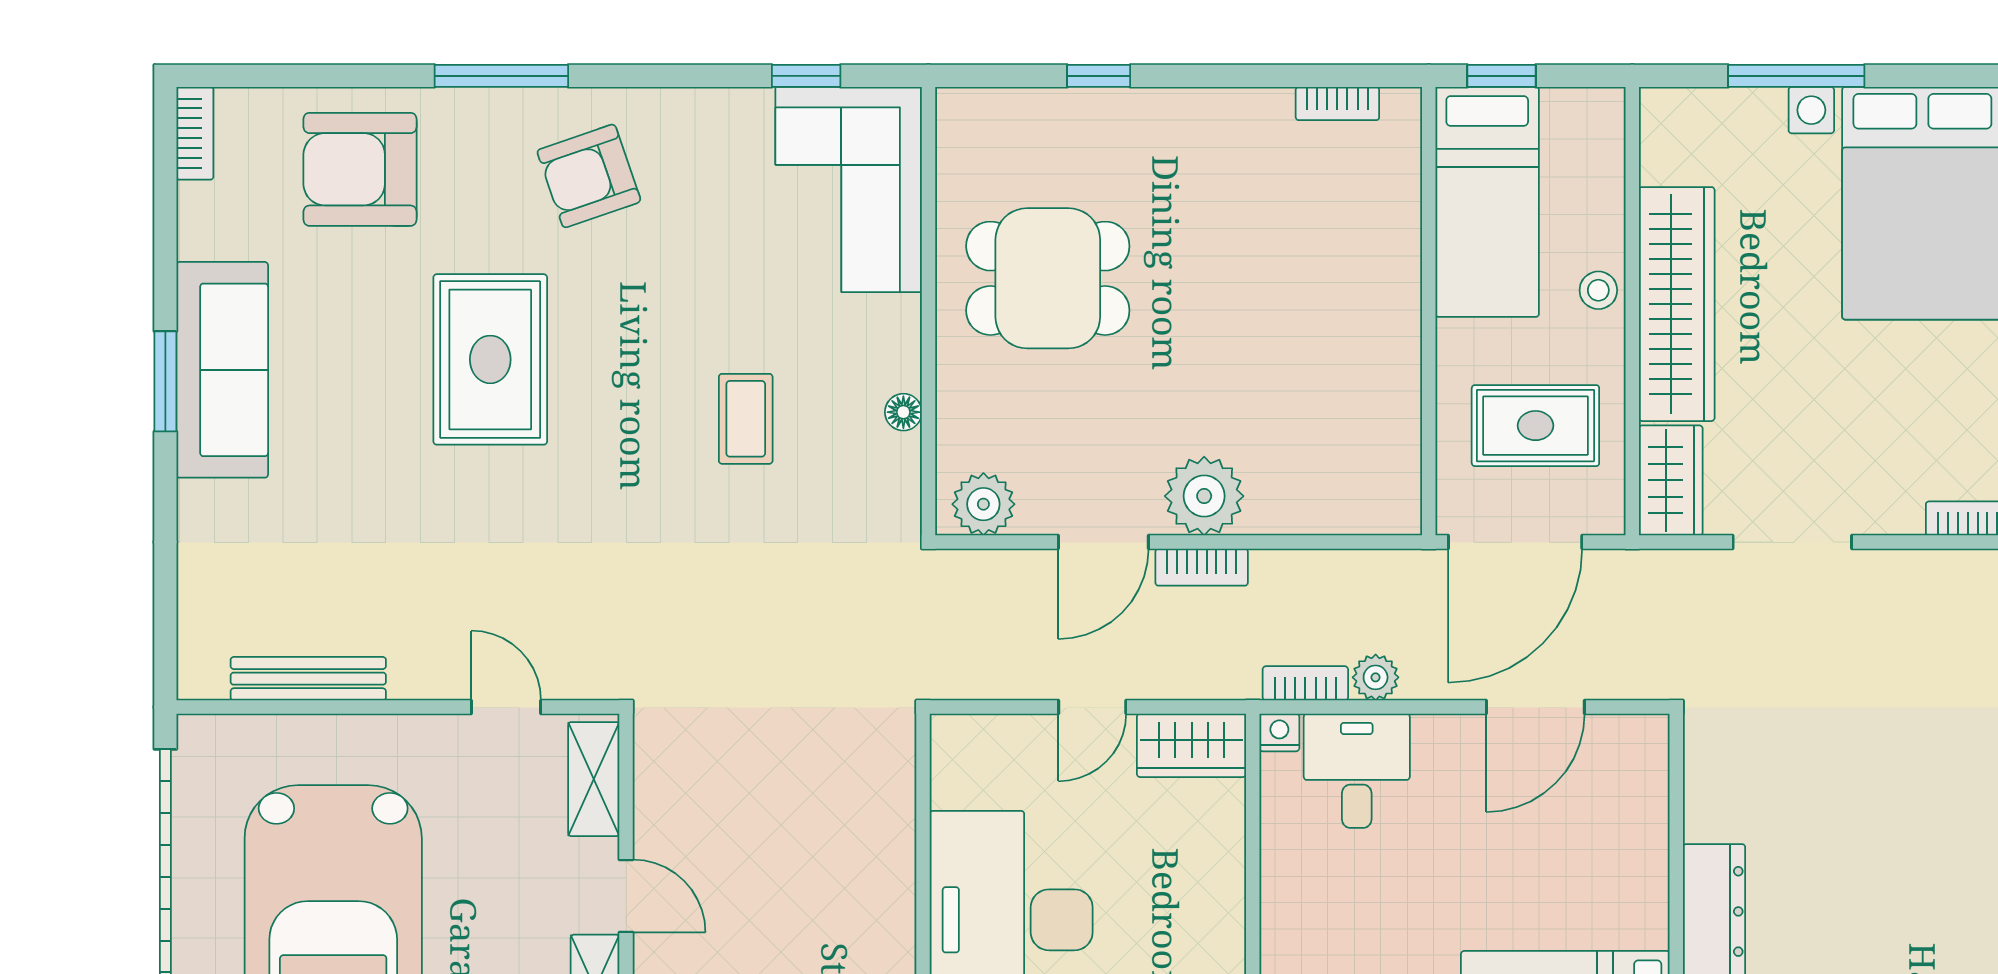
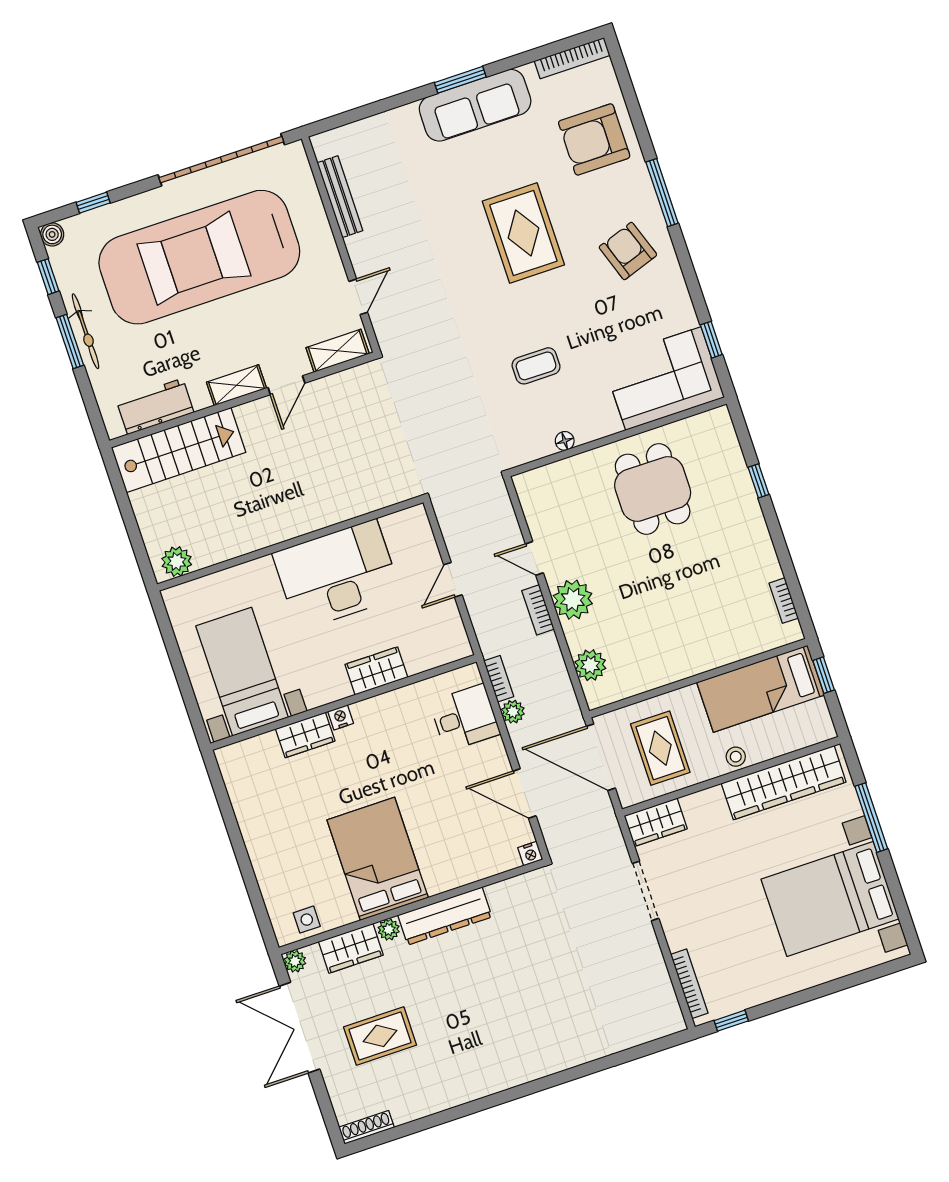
bookcase: (195, 133) -> (572, 58), width x1.56
armchair: (360, 169) -> (594, 139), turned -90
wardrobe: (1677, 304) -> (784, 783), moved
rug: (490, 359) -> (523, 233), turned 90
plant: (983, 504) -> (590, 665), moved
door: (1103, 542) -> (534, 558), width x0.73
door: (1092, 707) -> (453, 580), hinge flipped
nightstand: (1279, 732) -> (530, 854), moved, turned 90
wardrobe: (1192, 745) -> (376, 671), moved, turned 90

